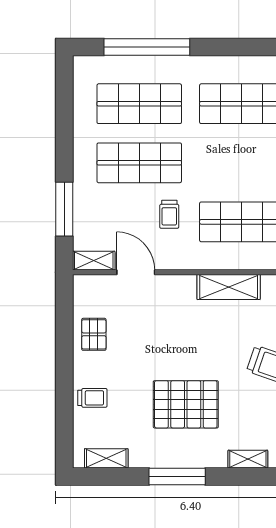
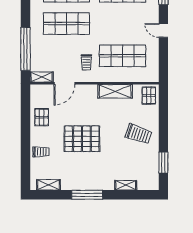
window: (64, 209) -> (26, 49), width x1.46
trolley: (169, 214) -> (86, 62), moved
door: (136, 272) -> (64, 83), swing flipped
pallet: (186, 404) -> (82, 139), moved

